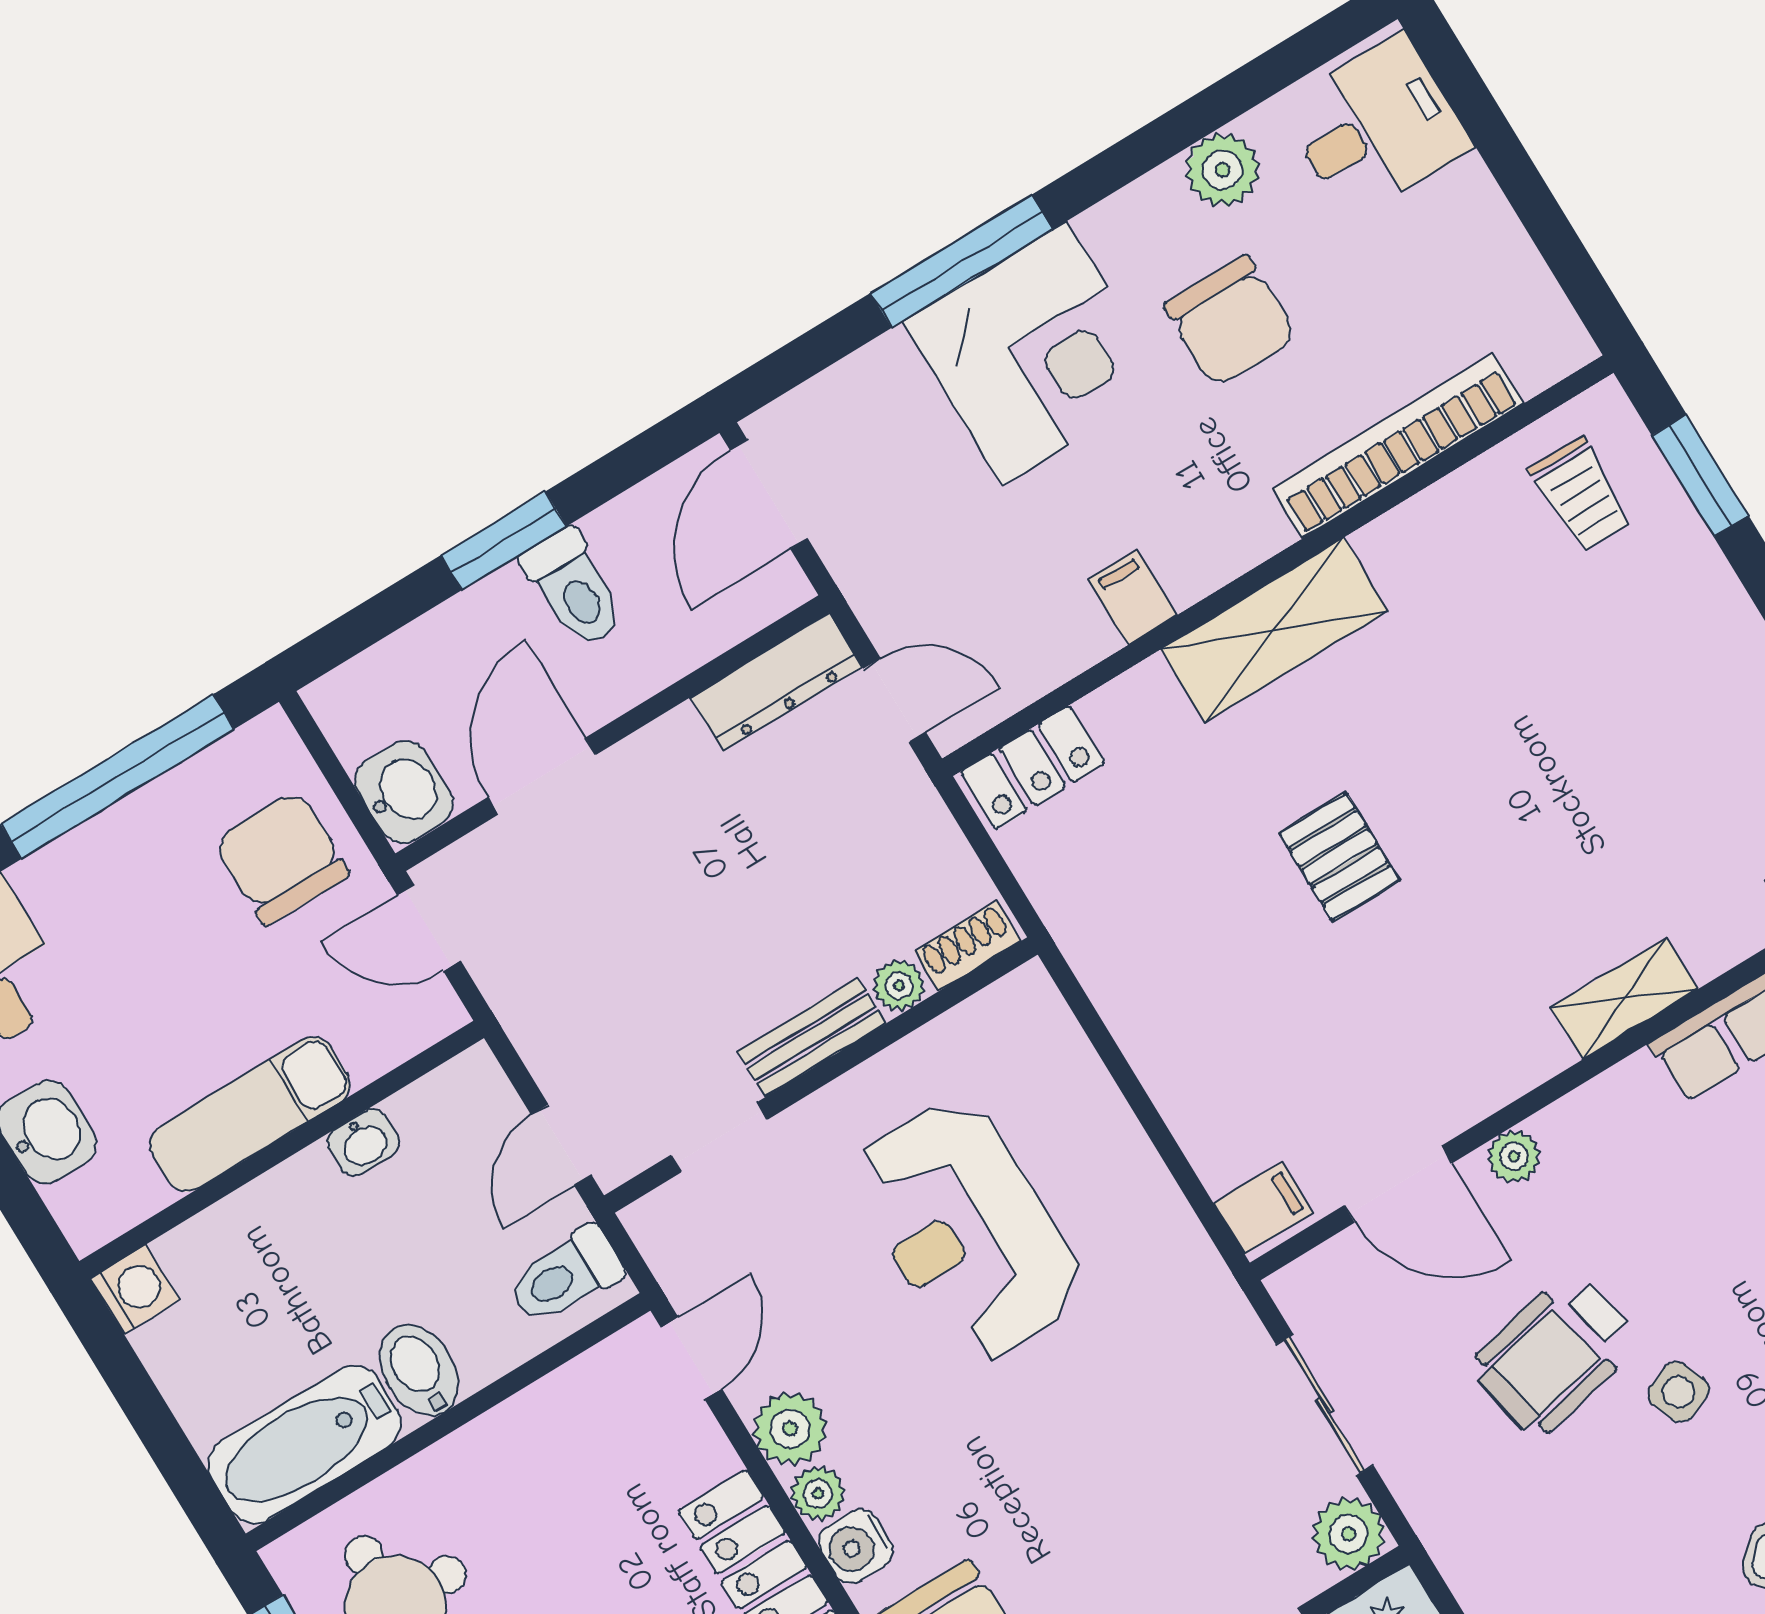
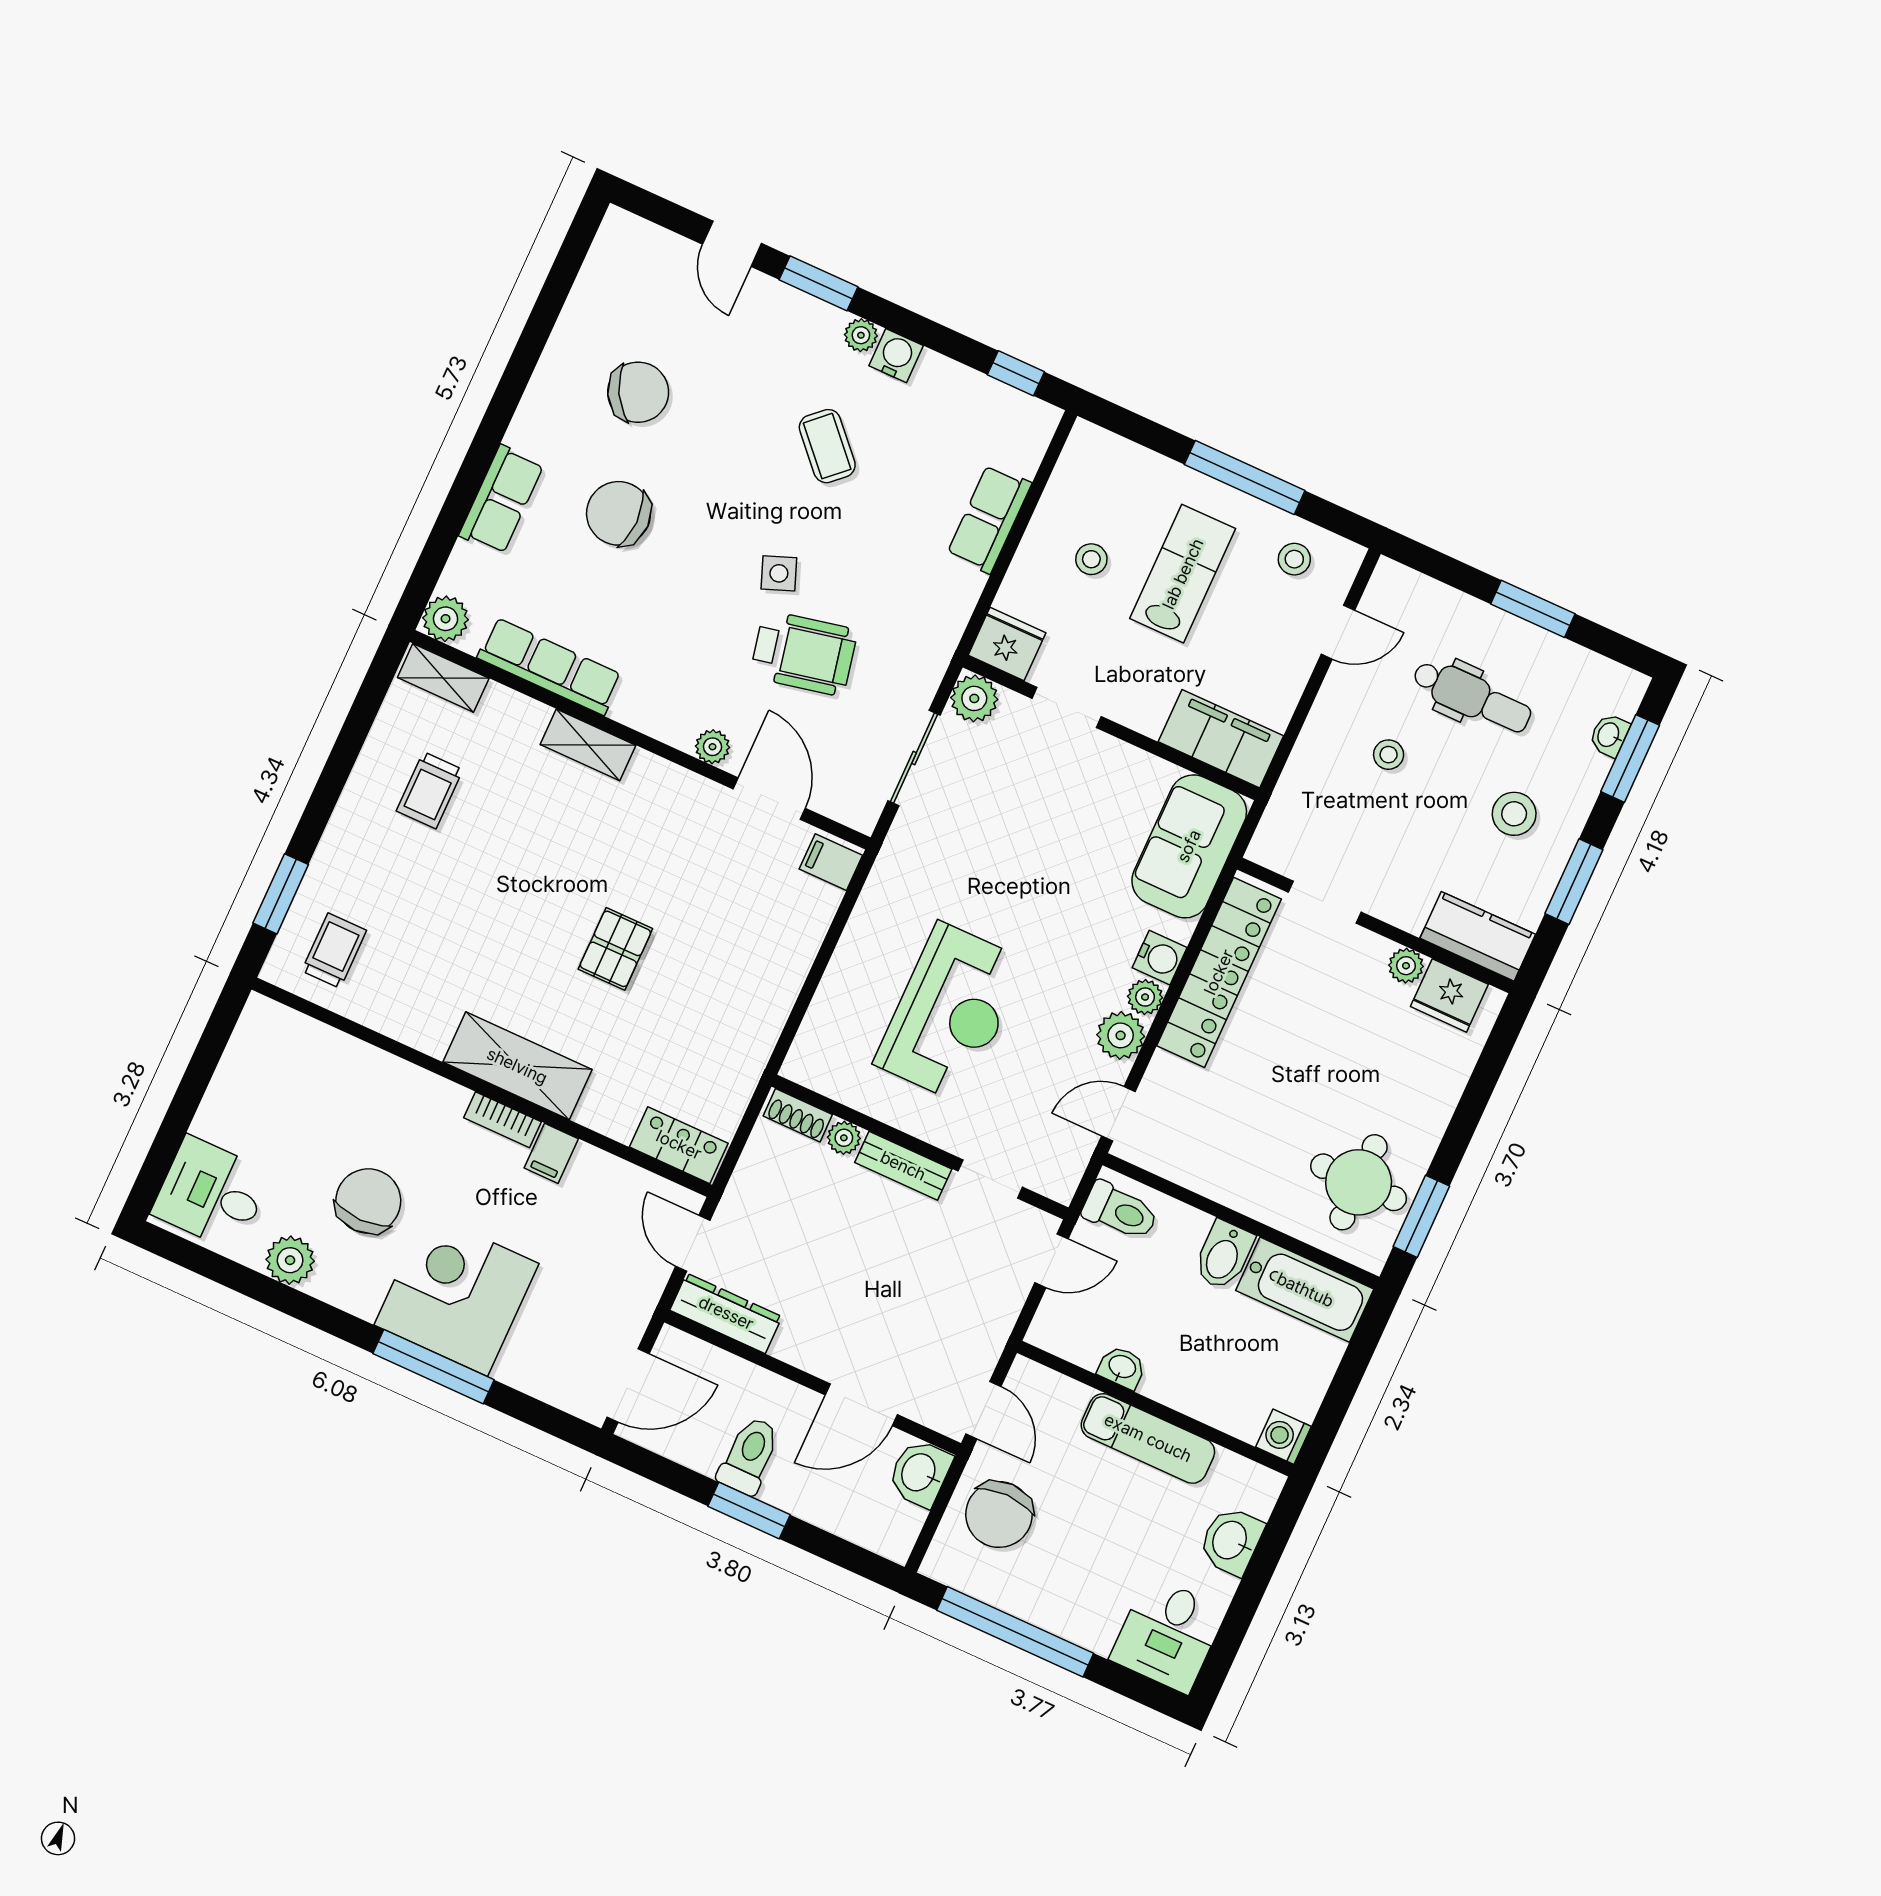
bookcase: (1398, 446) -> (503, 1120), moved, width x0.43, depth x0.76
trolley: (1703, 756) -> (430, 790), added

